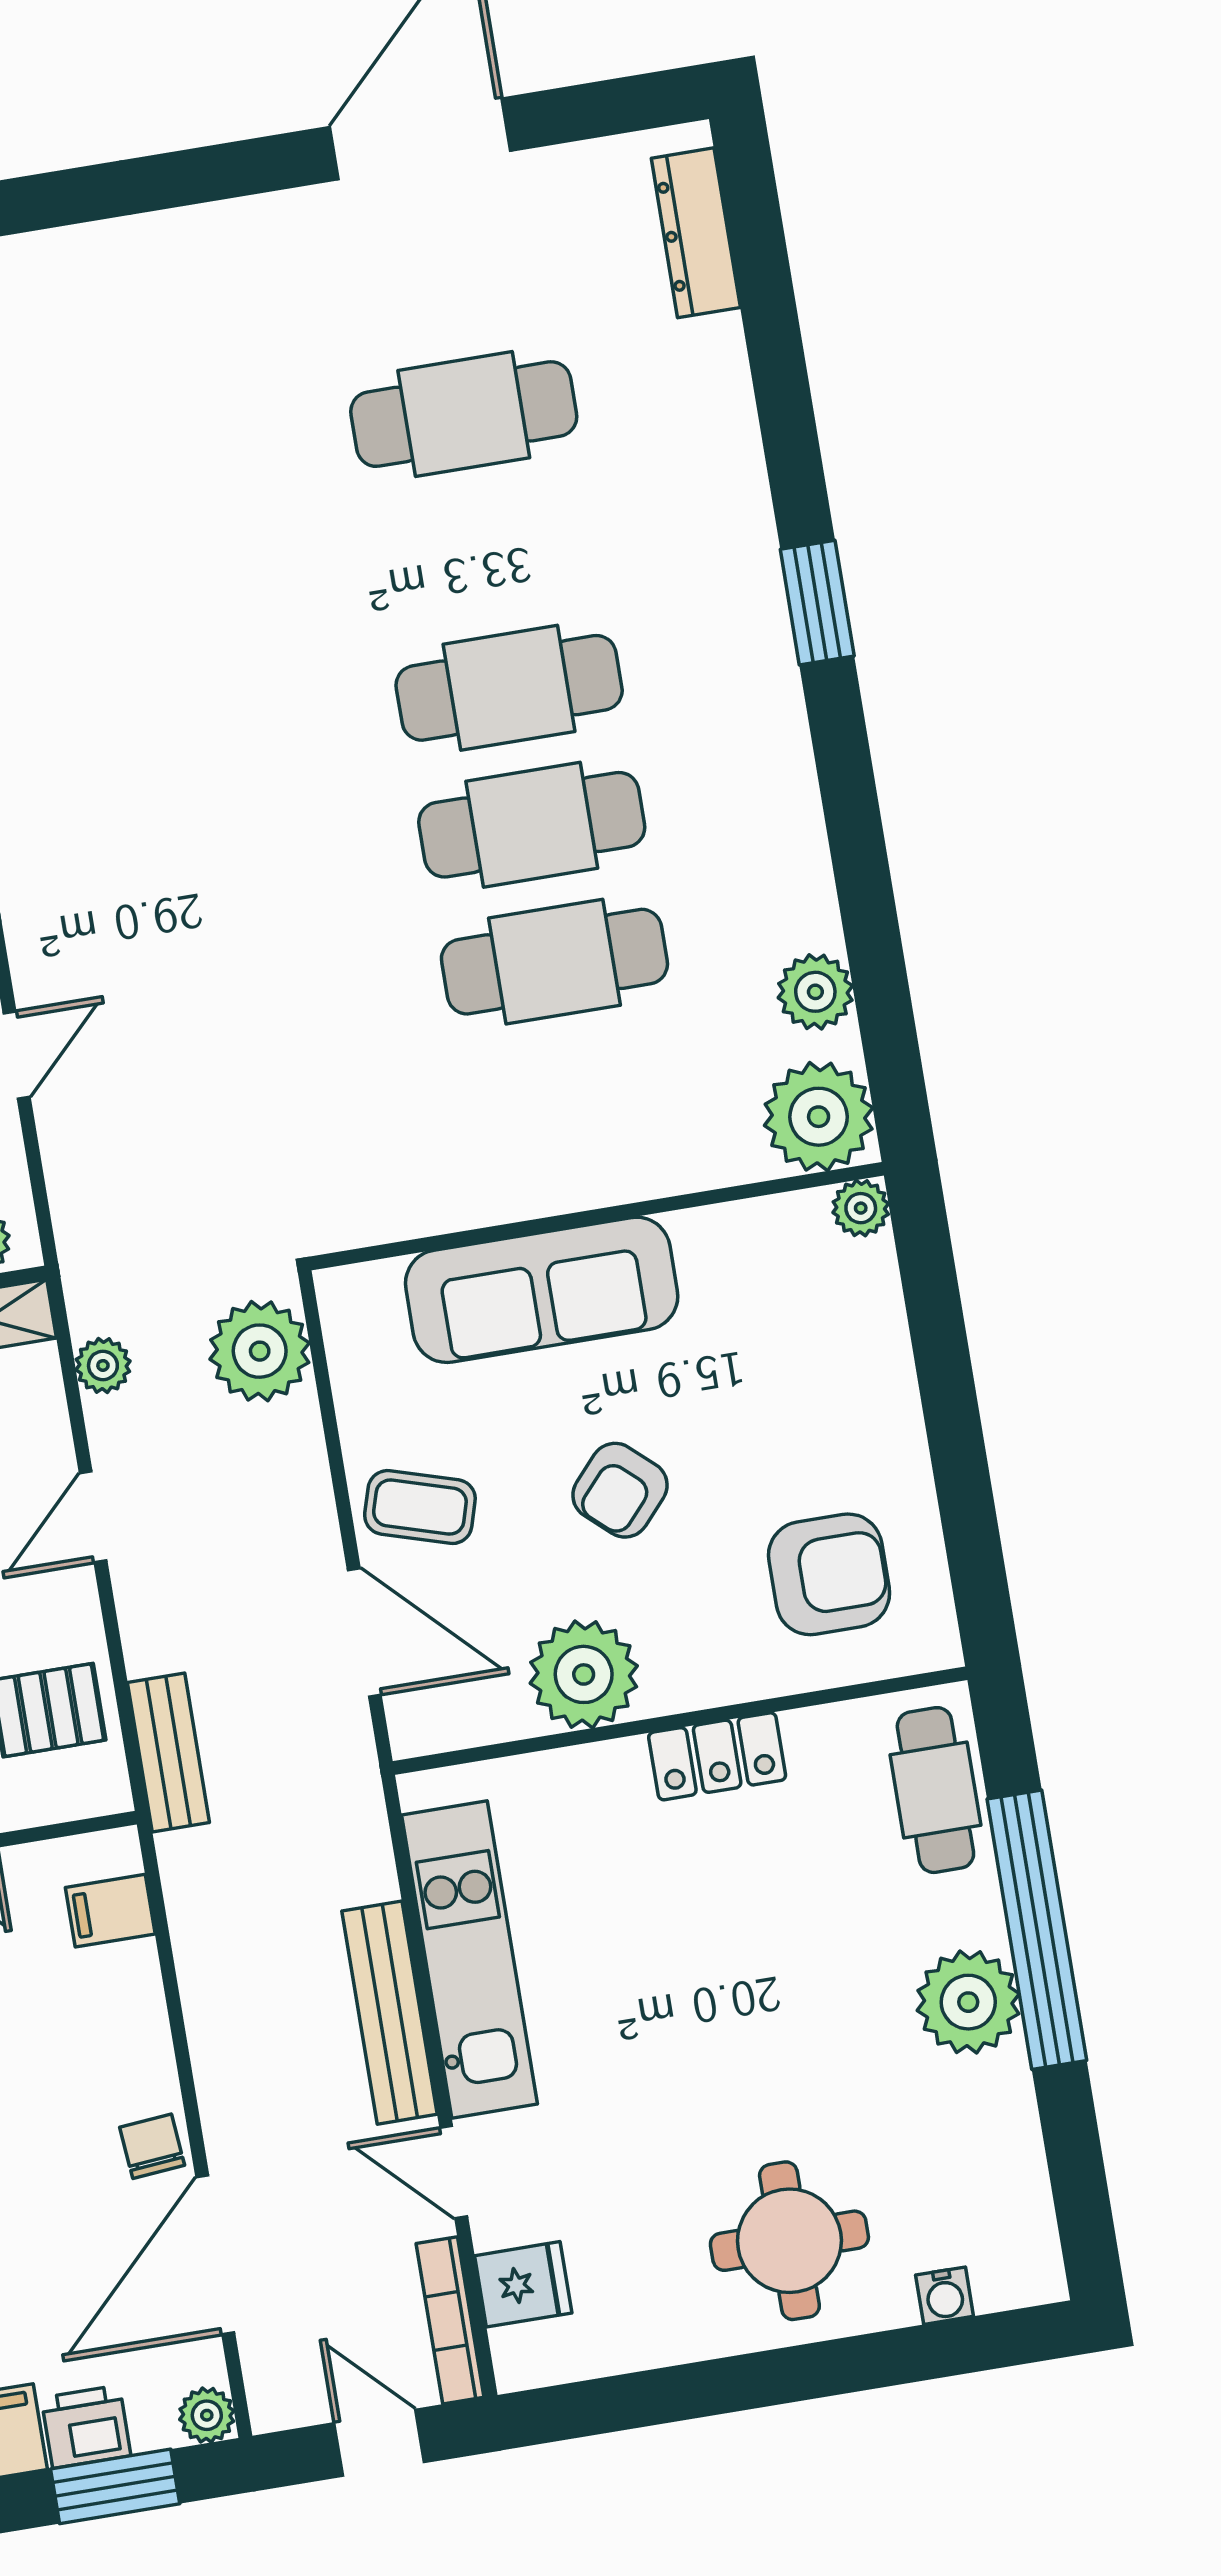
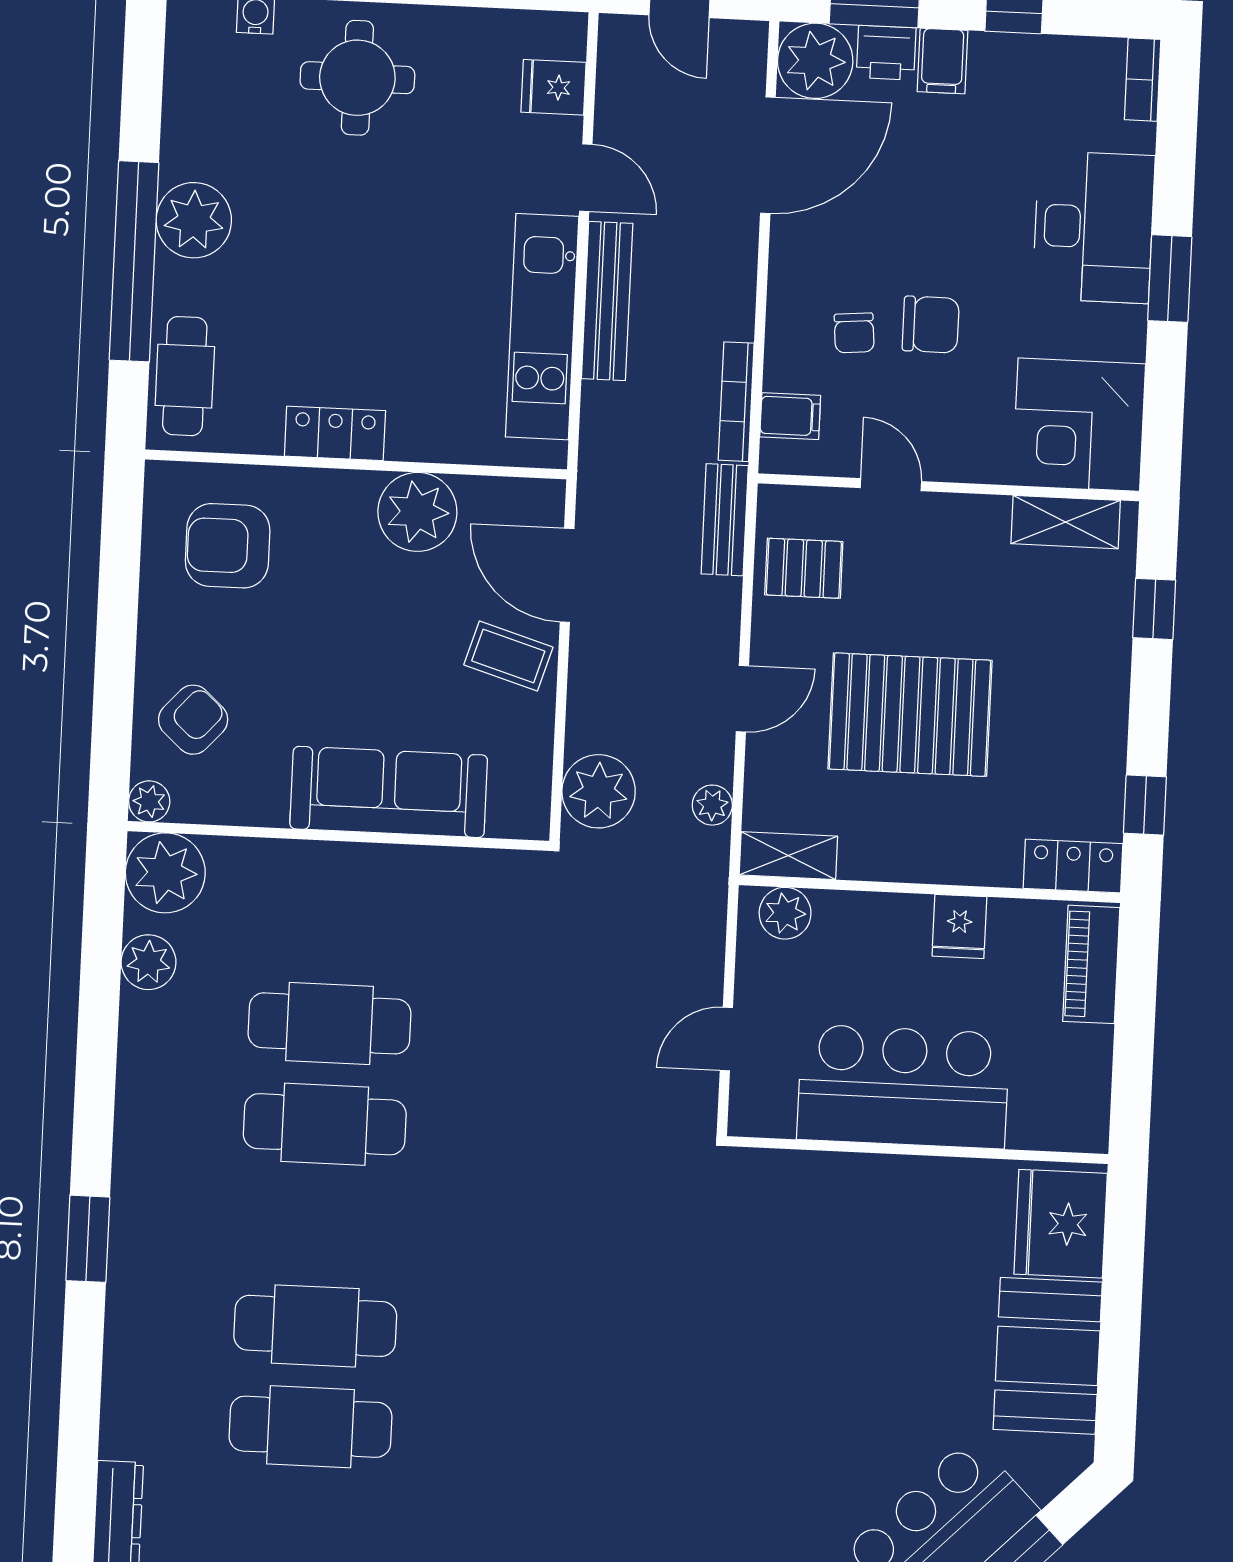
cafe table: (509, 688) -> (315, 1326), moved
armchair: (620, 1490) -> (193, 720), moved
chair: (152, 2146) -> (854, 333), moved
bookcase: (450, 2320) -> (736, 402), moved, turned 180
plant: (207, 2415) -> (815, 61), width x1.88, depth x1.88

